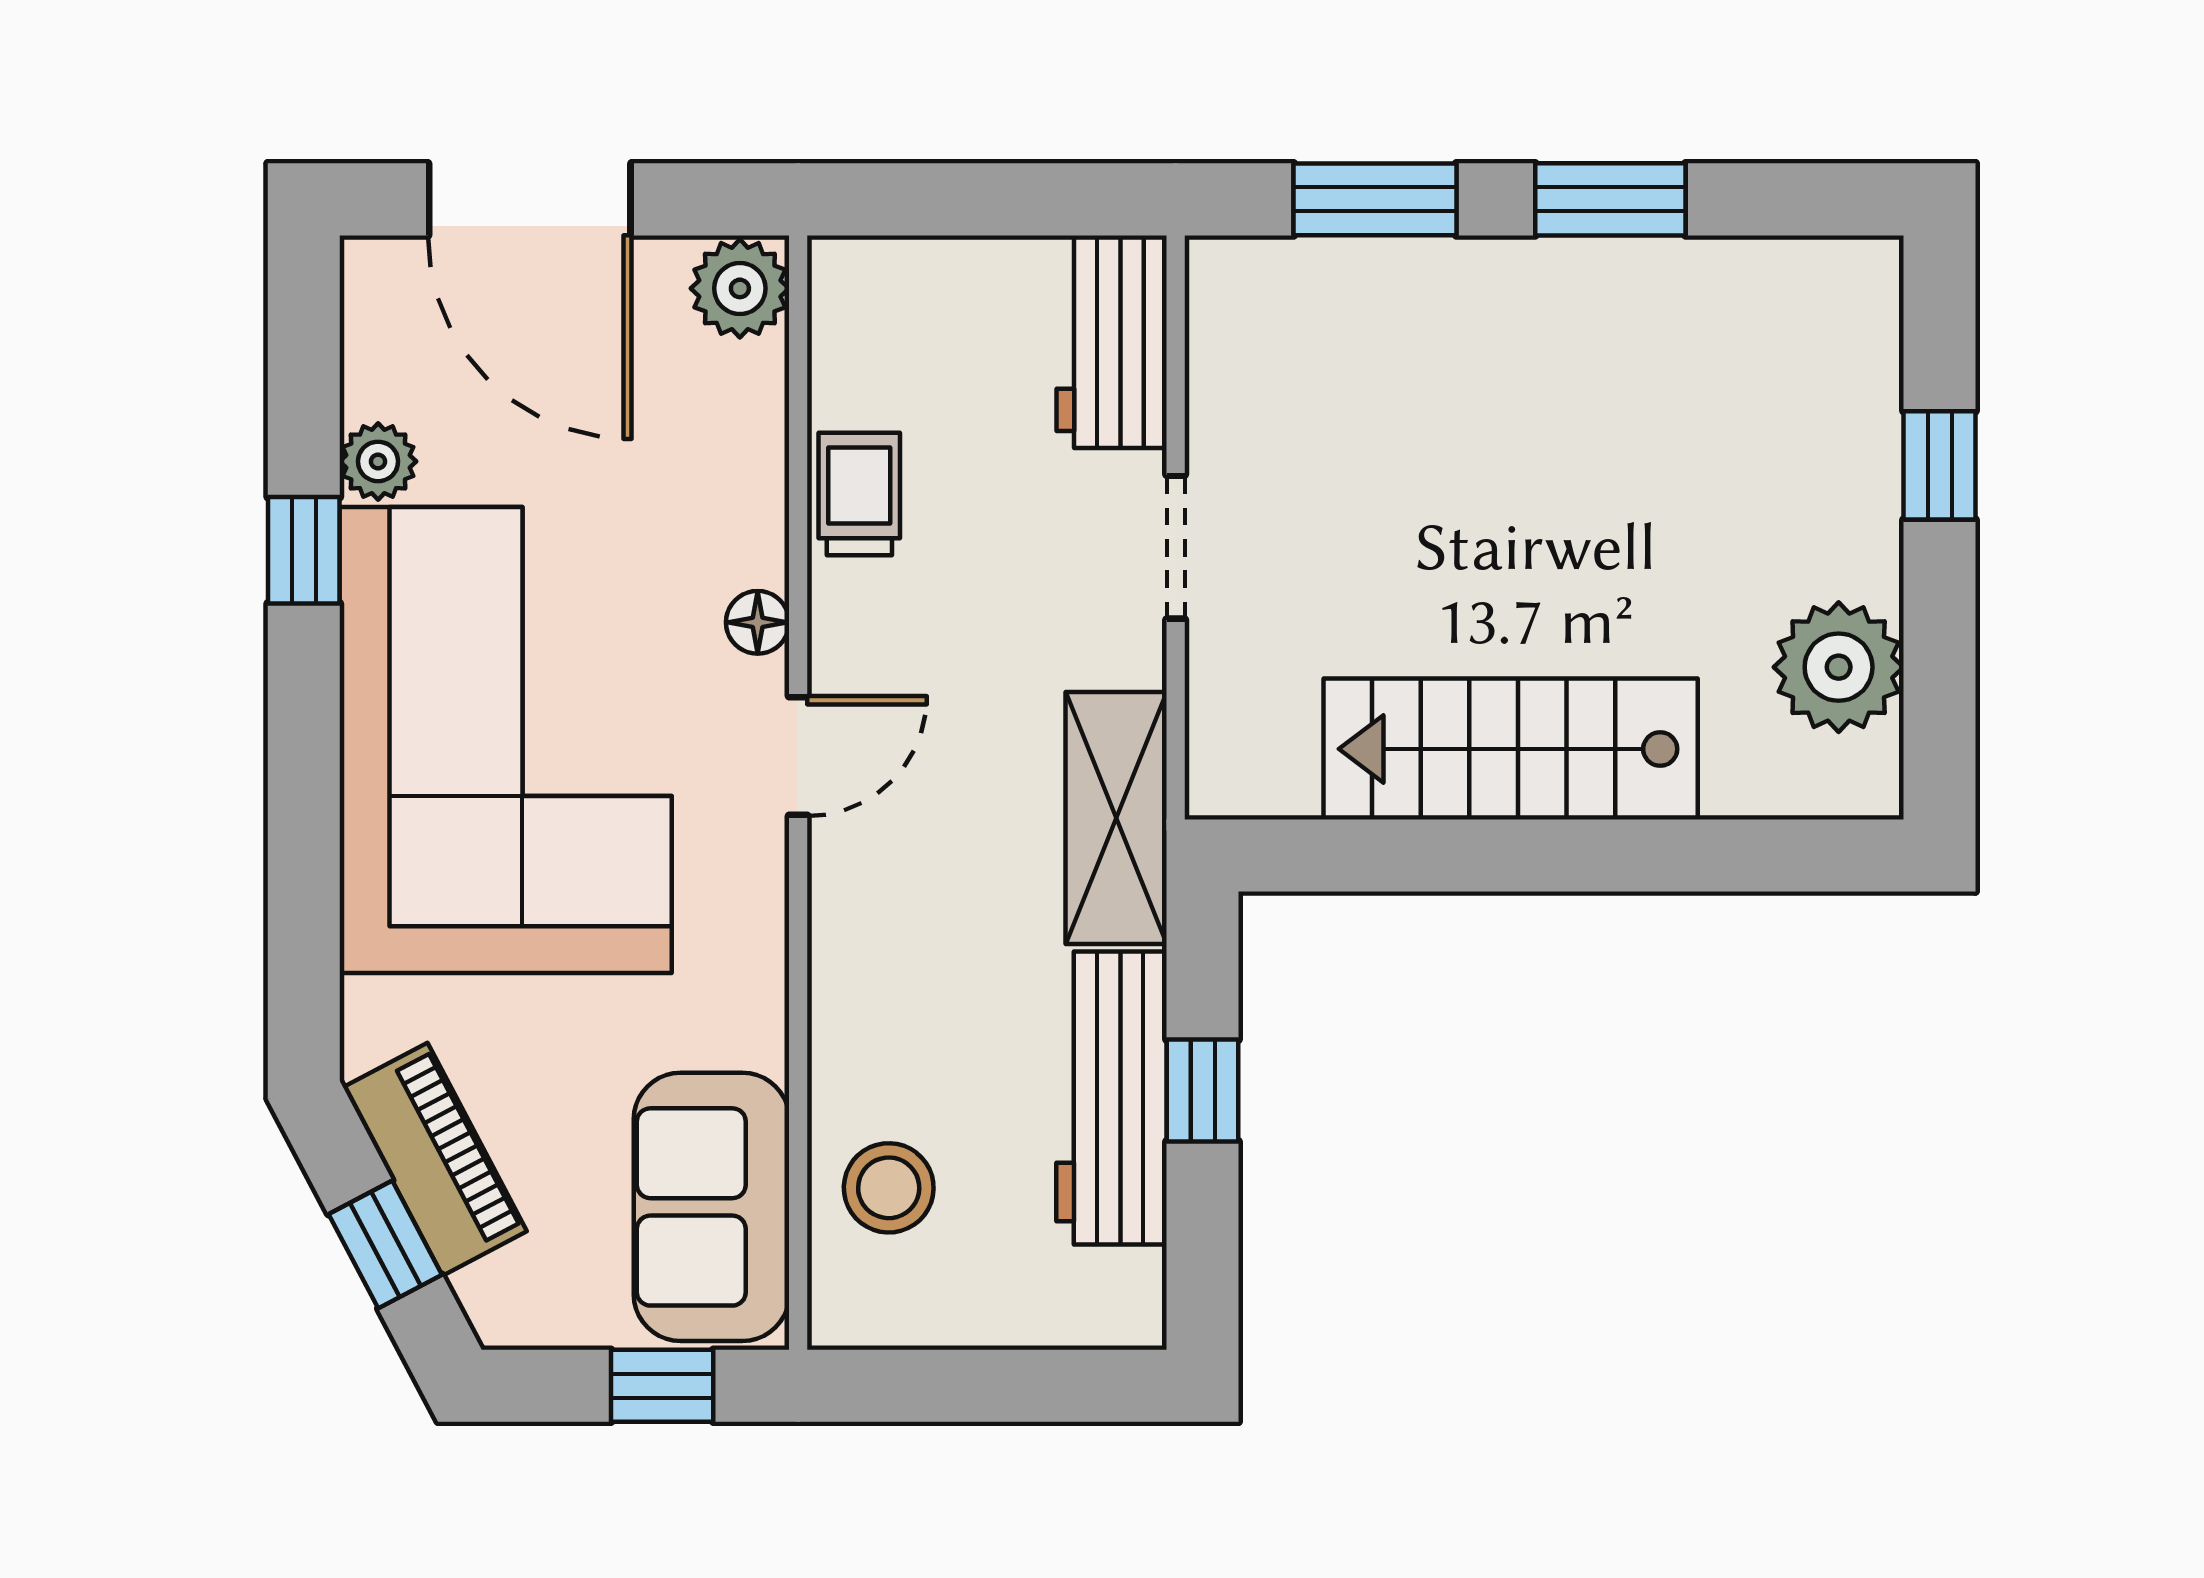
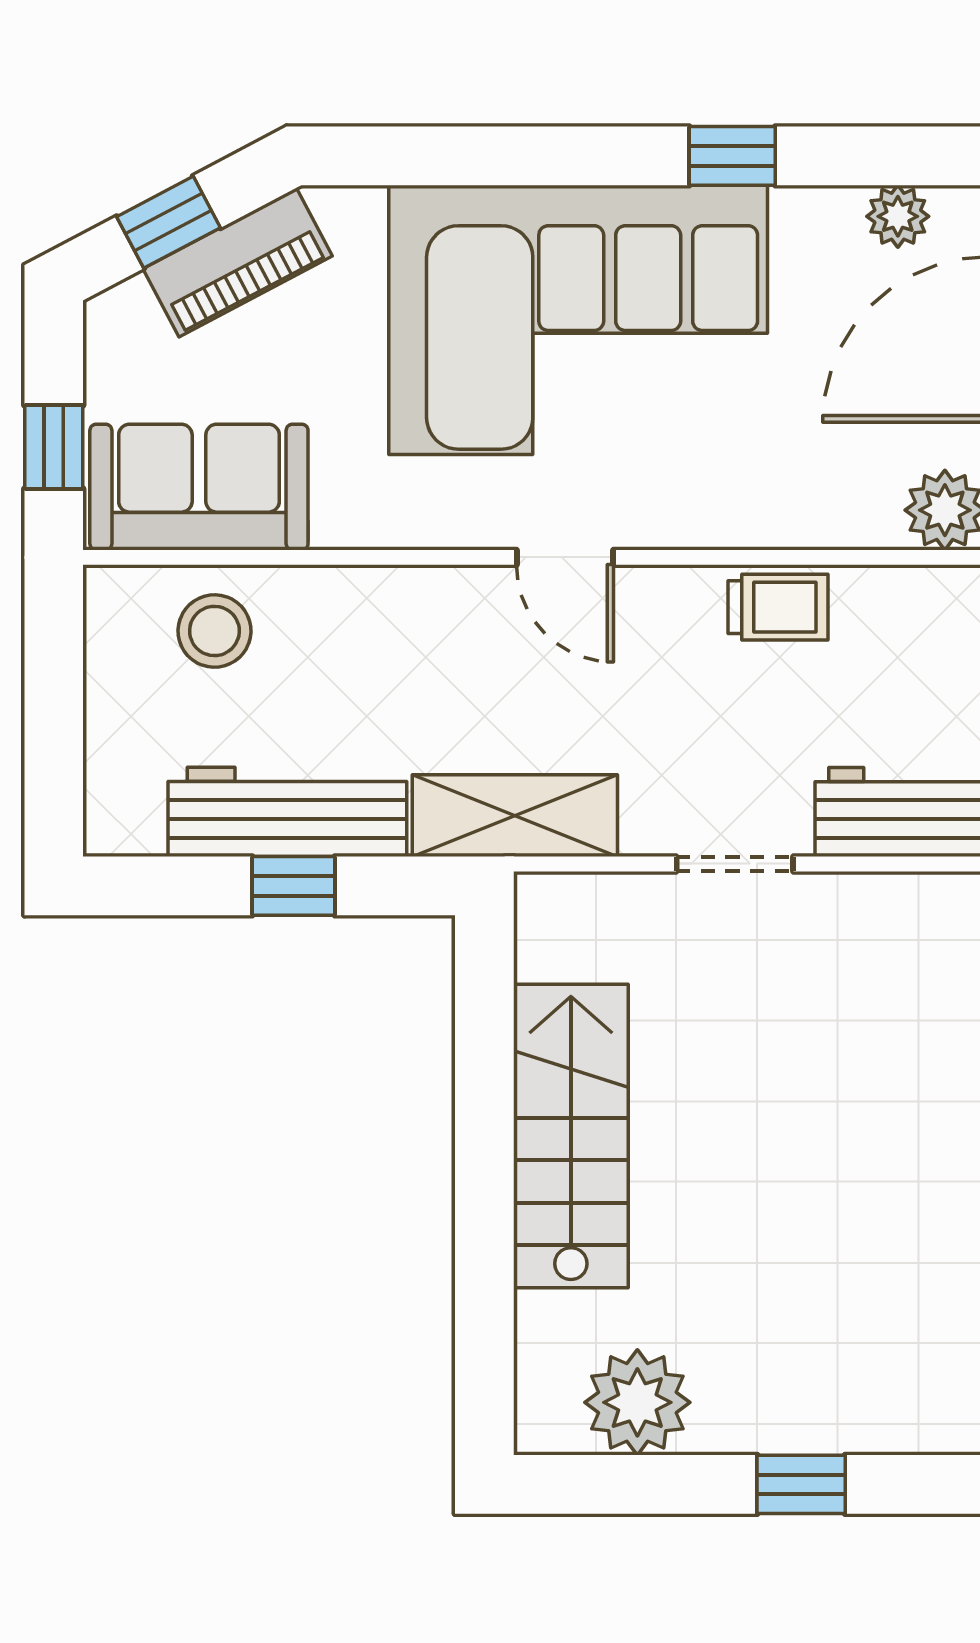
plant: (378, 461) -> (898, 216), moved
floor lamp: (758, 622) -> (674, 524), removed

